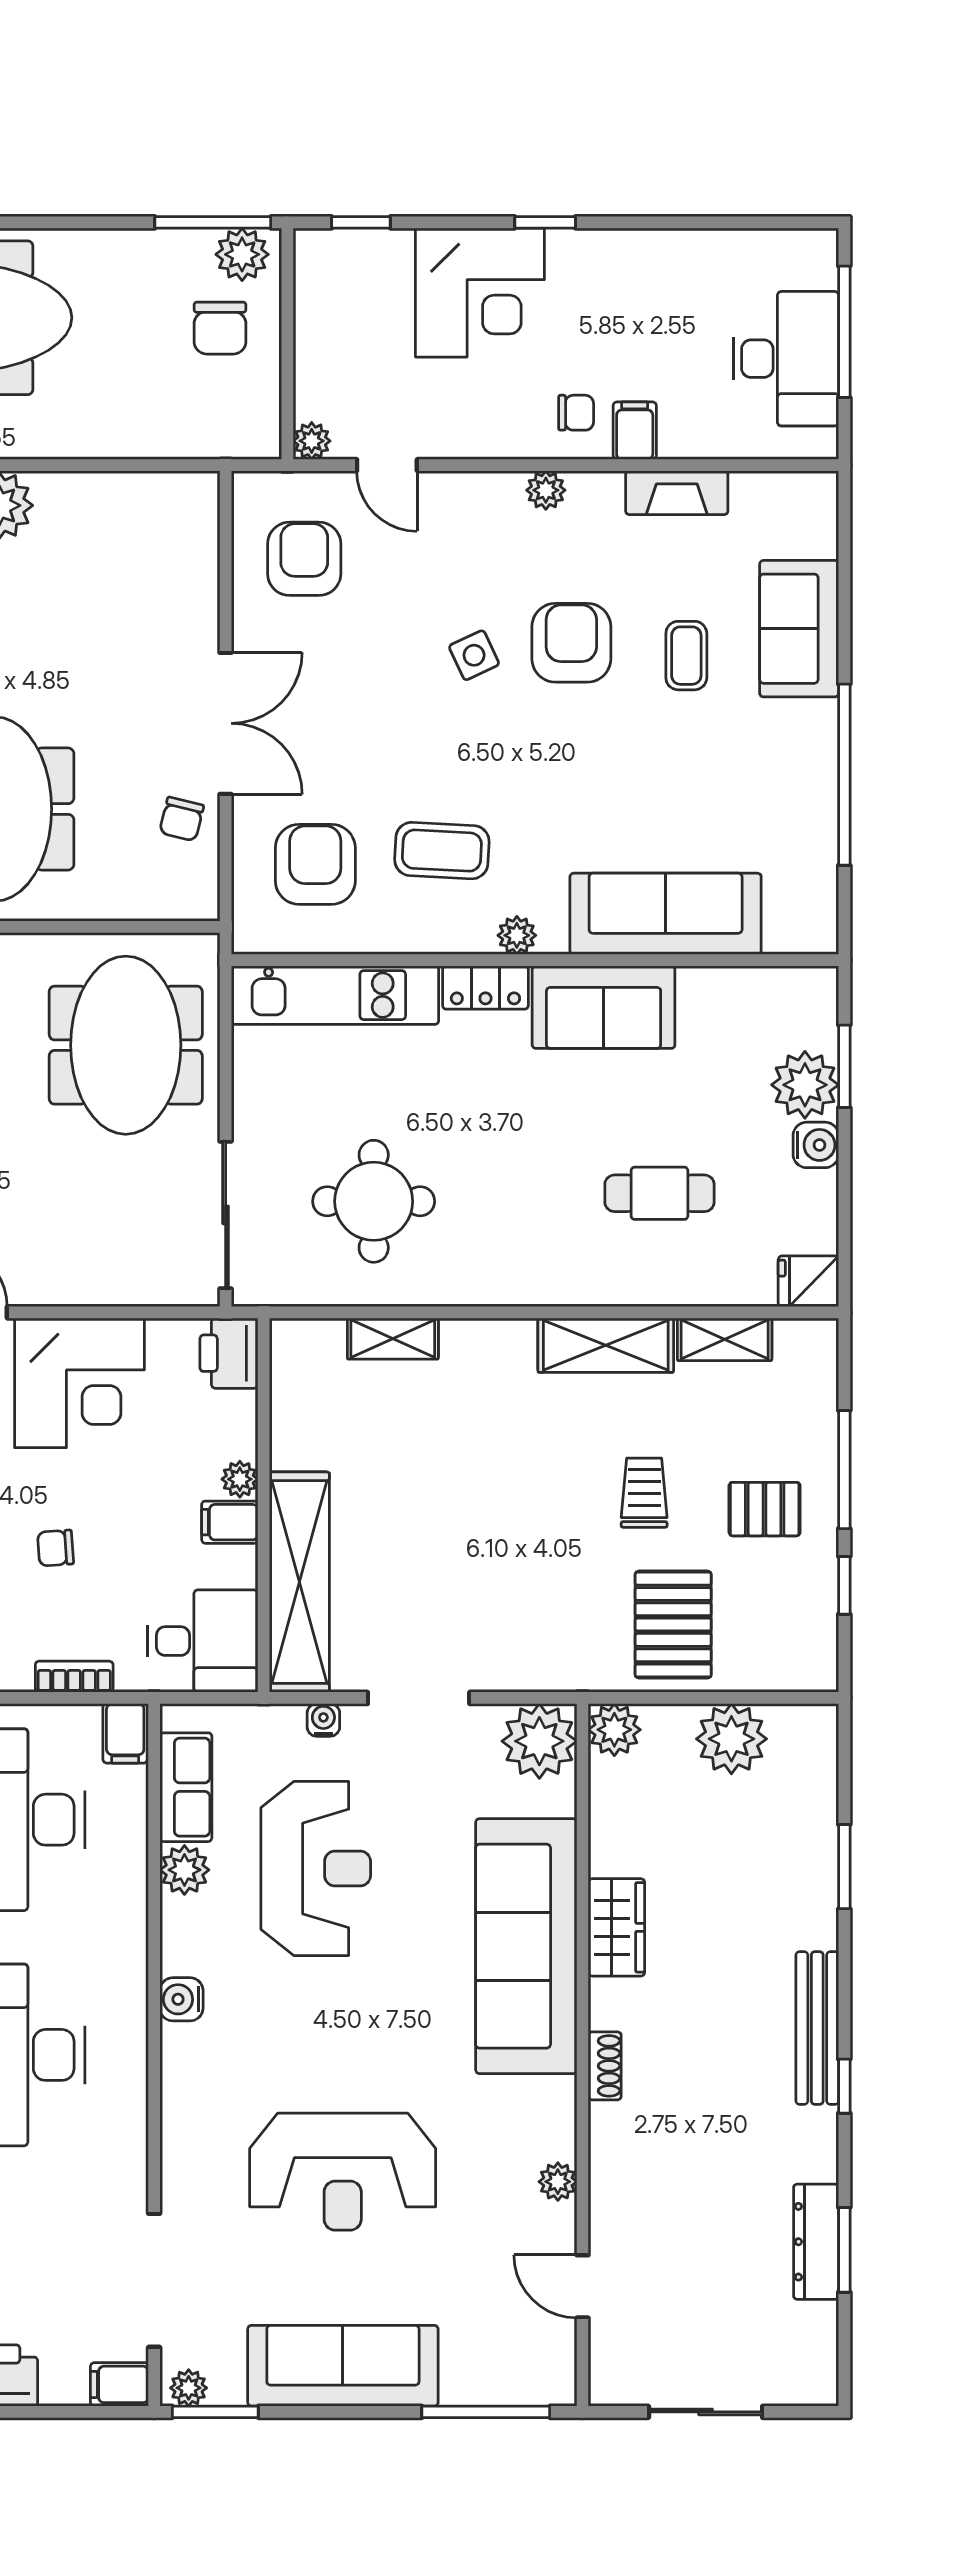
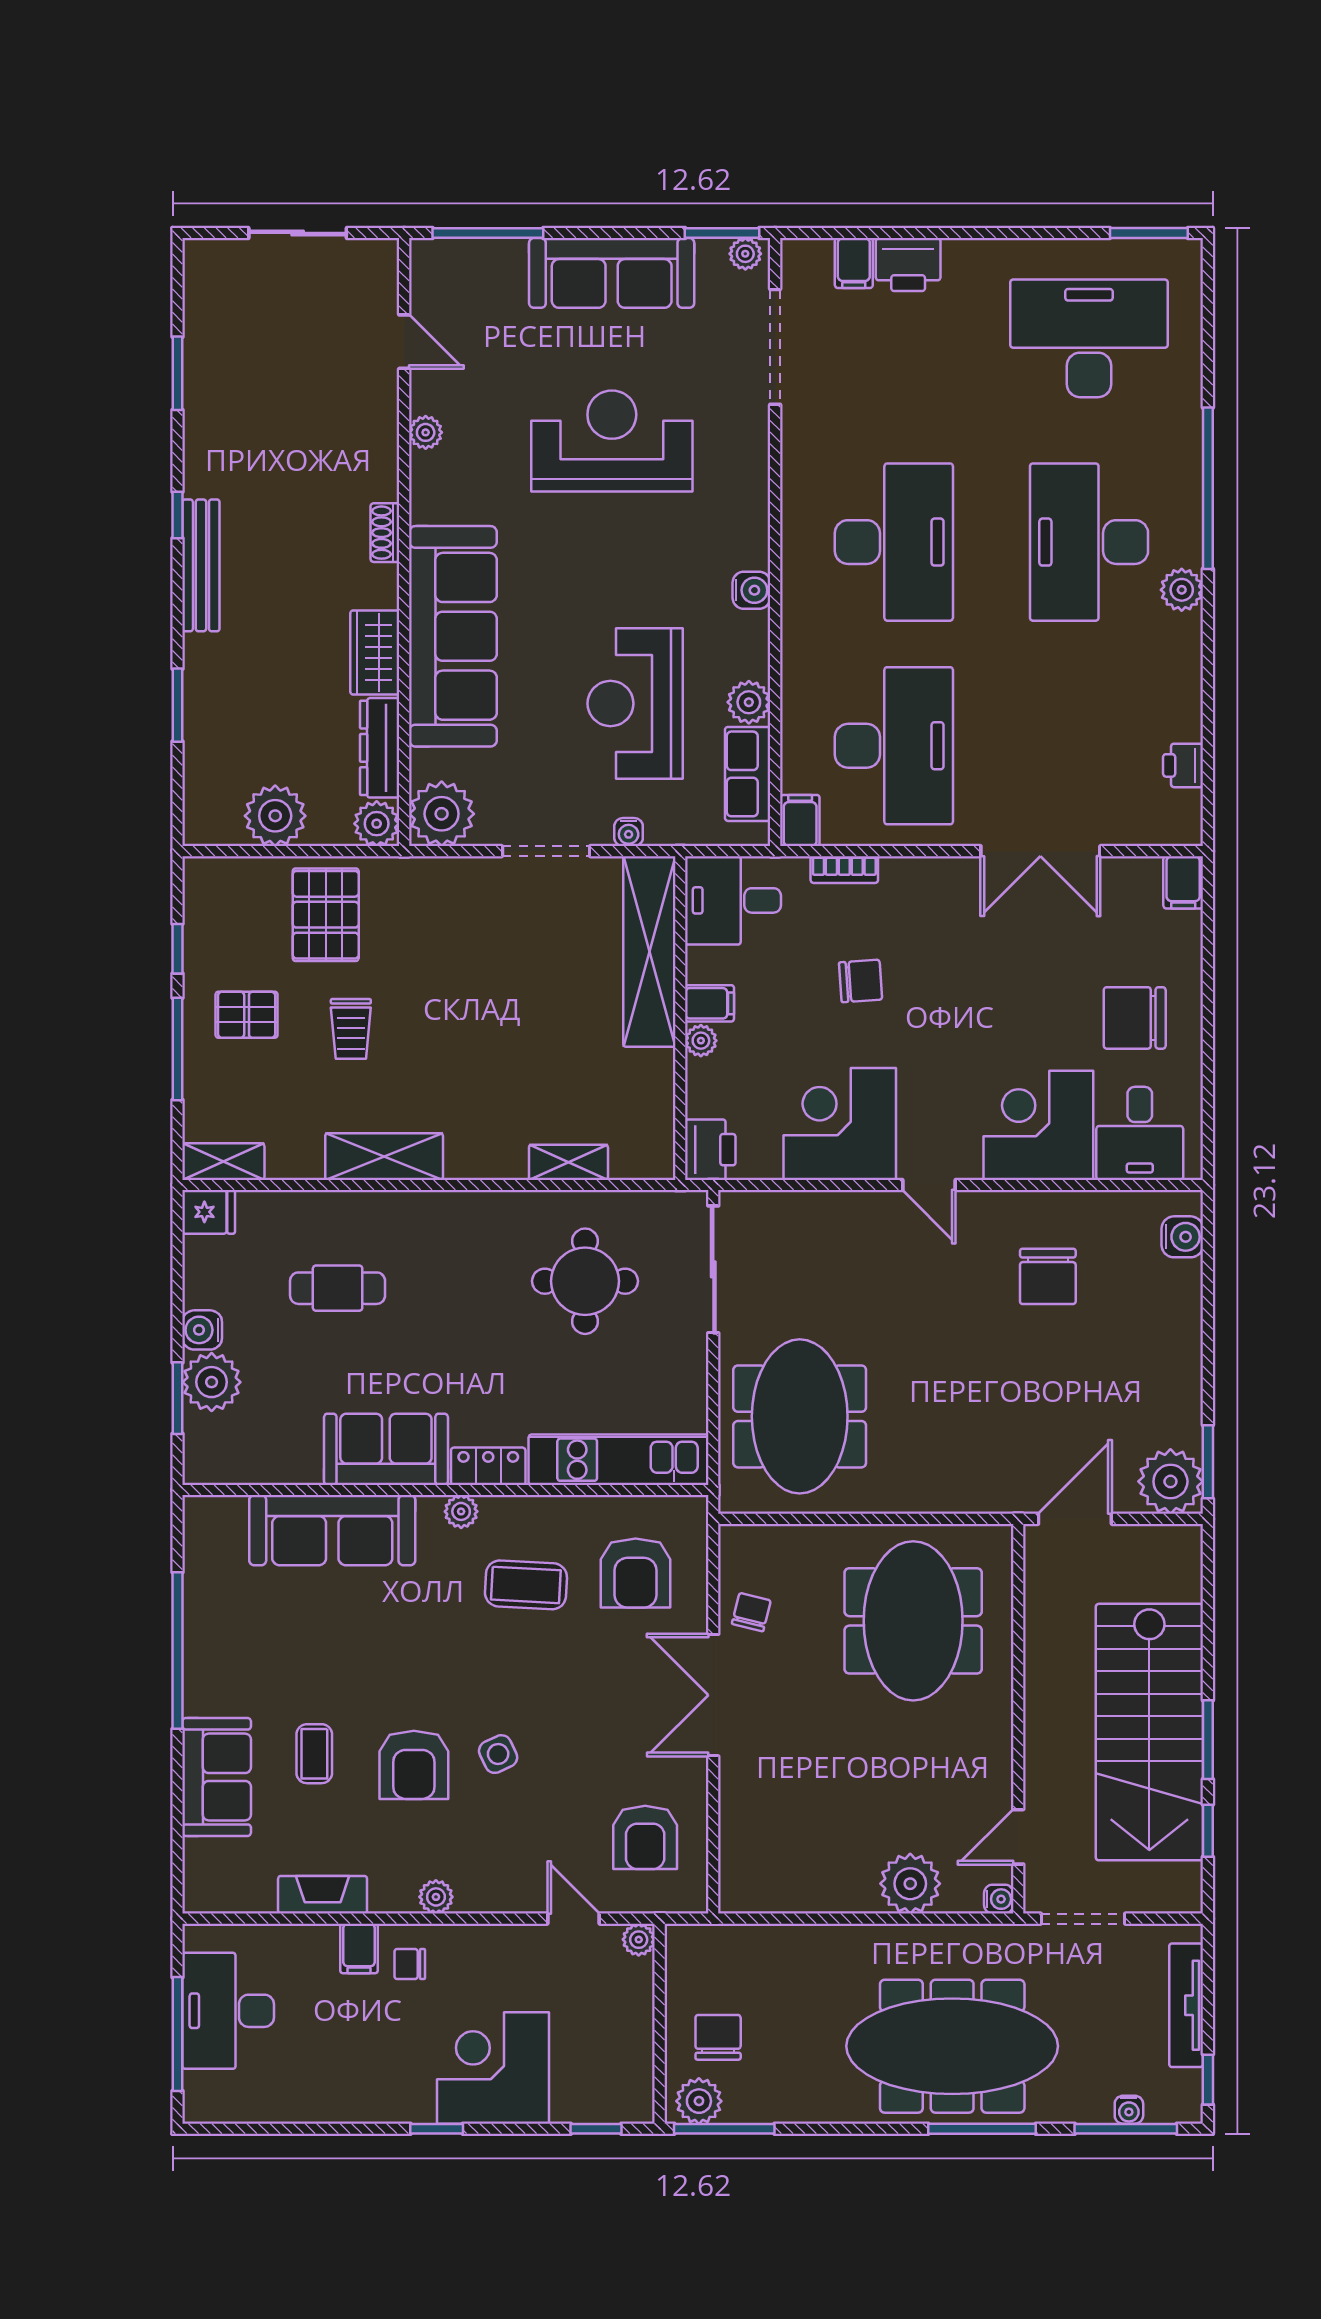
shelving: (725, 1339) -> (223, 1162), moved
chair: (55, 1548) -> (861, 981), width x1.37, depth x1.37
dresser: (816, 2242) -> (380, 748), moved, turned 180
filing cabinet: (119, 2384) -> (854, 263), moved, turned 90

